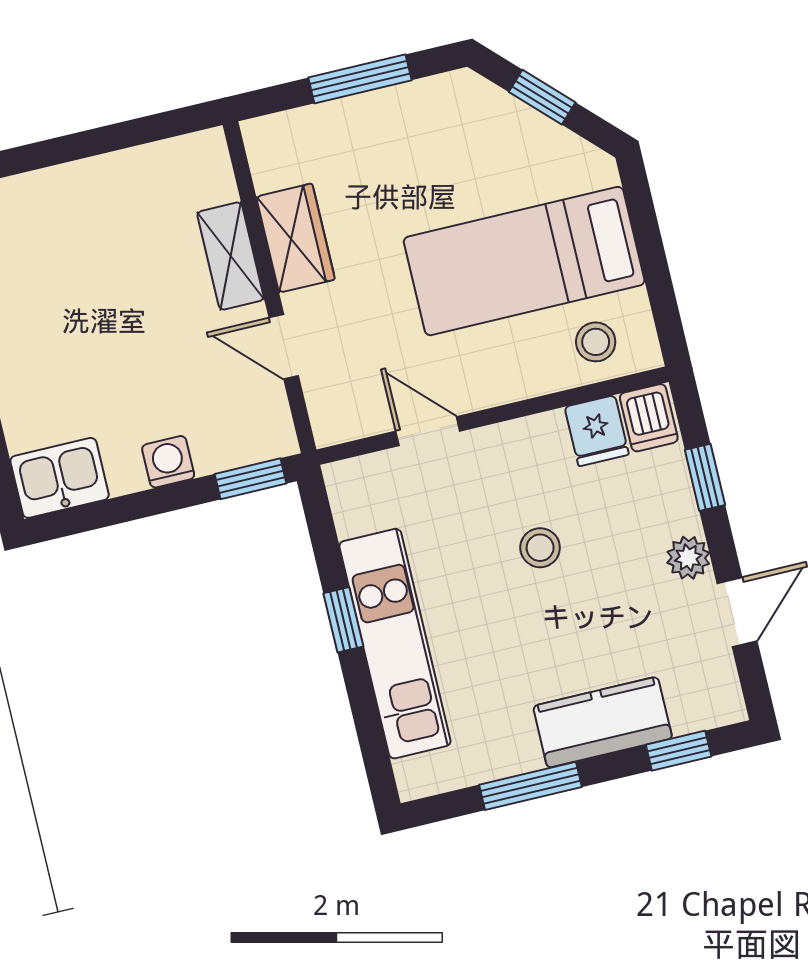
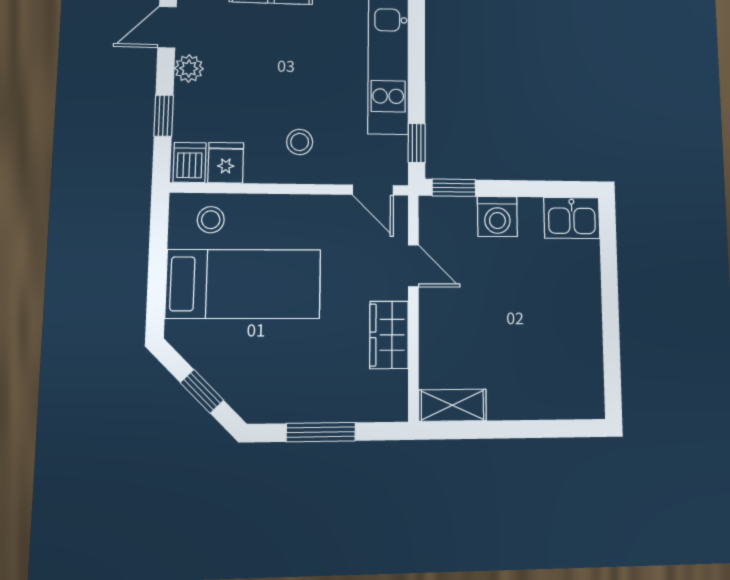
shelving: (231, 256) -> (452, 405), moved, turned 90
door: (428, 431) -> (373, 190), moved
washing machine: (168, 462) -> (497, 217), width x1.38, depth x1.38
stool: (540, 548) -> (300, 142), moved
window: (343, 620) -> (417, 143), moved

